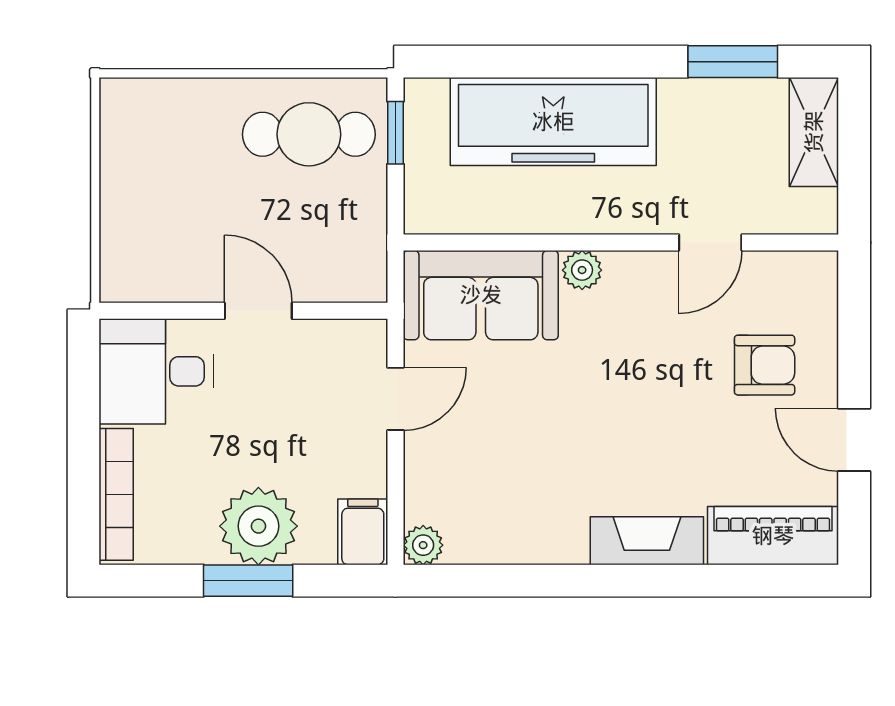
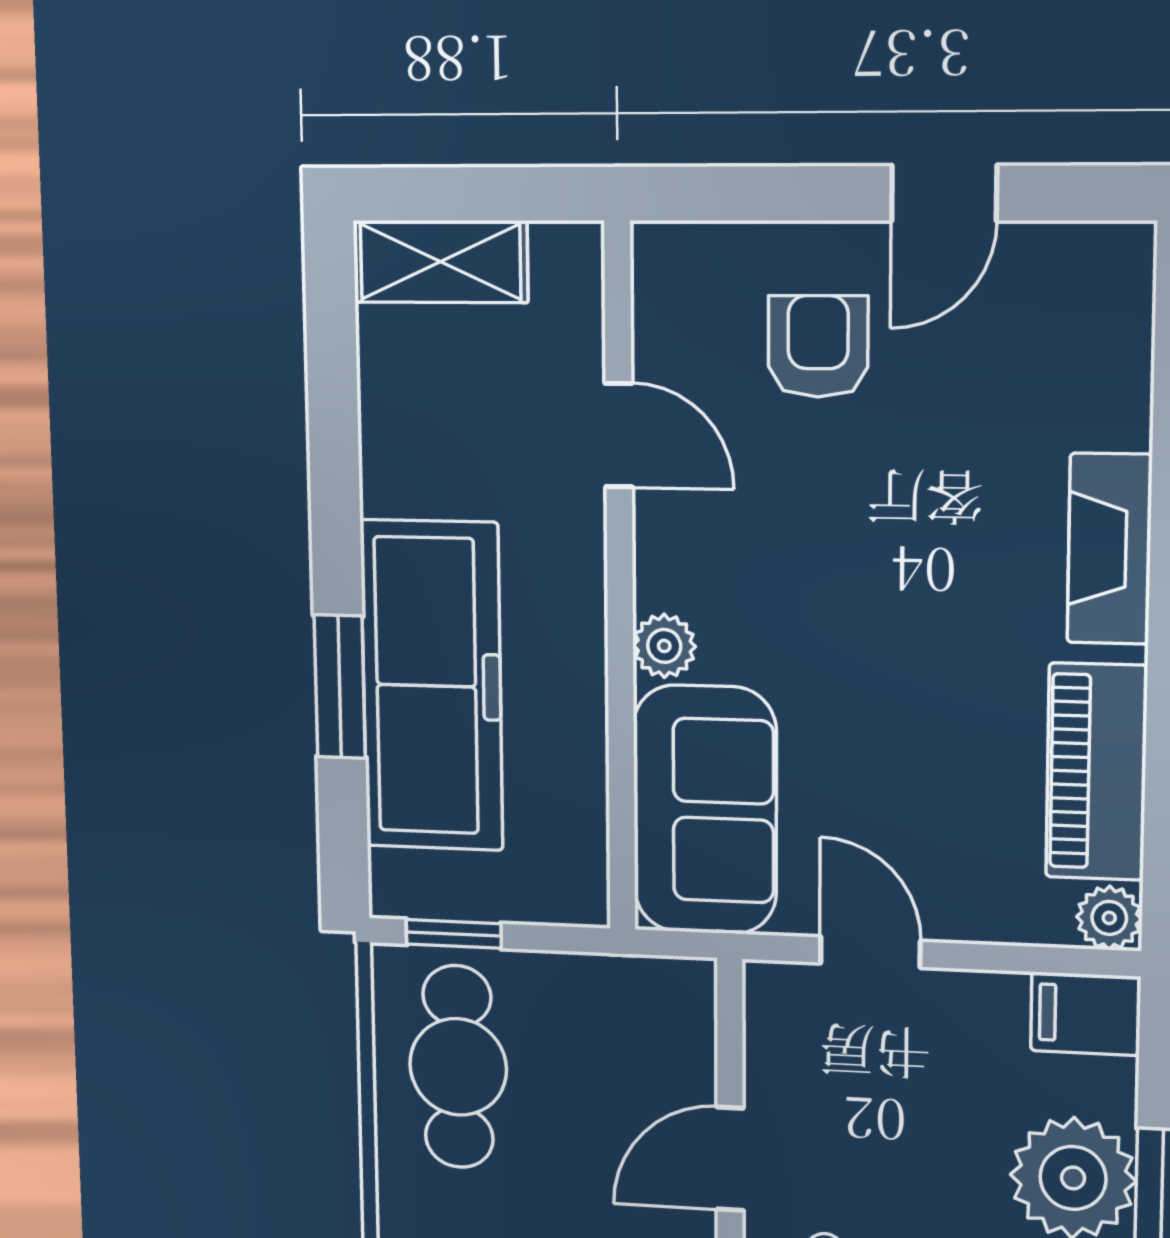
window: (733, 62) -> (340, 687), moved
piano: (773, 536) -> (1096, 772), moved

